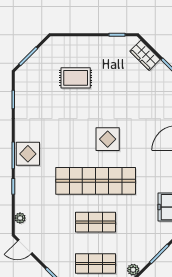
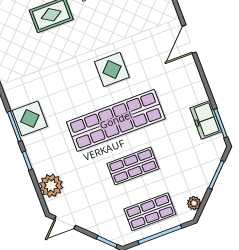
plant: (20, 218) -> (51, 186), width x1.88, depth x1.88

